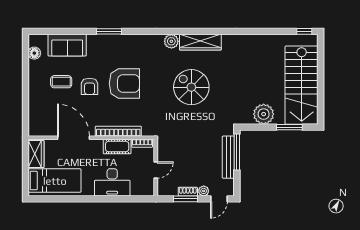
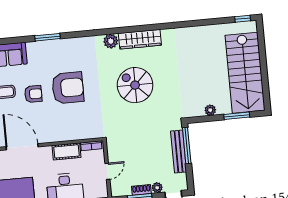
armchair: (90, 86) -> (33, 94), turned -90
plant: (264, 114) -> (210, 110), width x0.53, depth x0.53
bookcase: (118, 131) -> (66, 136), removed

